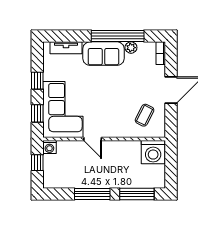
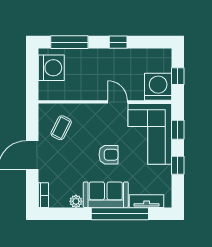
window: (118, 36) -> (120, 214), moved
armchair: (101, 90) -> (108, 155), added
washing machine: (49, 147) -> (158, 87), width x1.89, depth x1.89
washing machine: (153, 152) -> (51, 68), moved, turned 90
window: (92, 194) -> (118, 42), width x0.46

